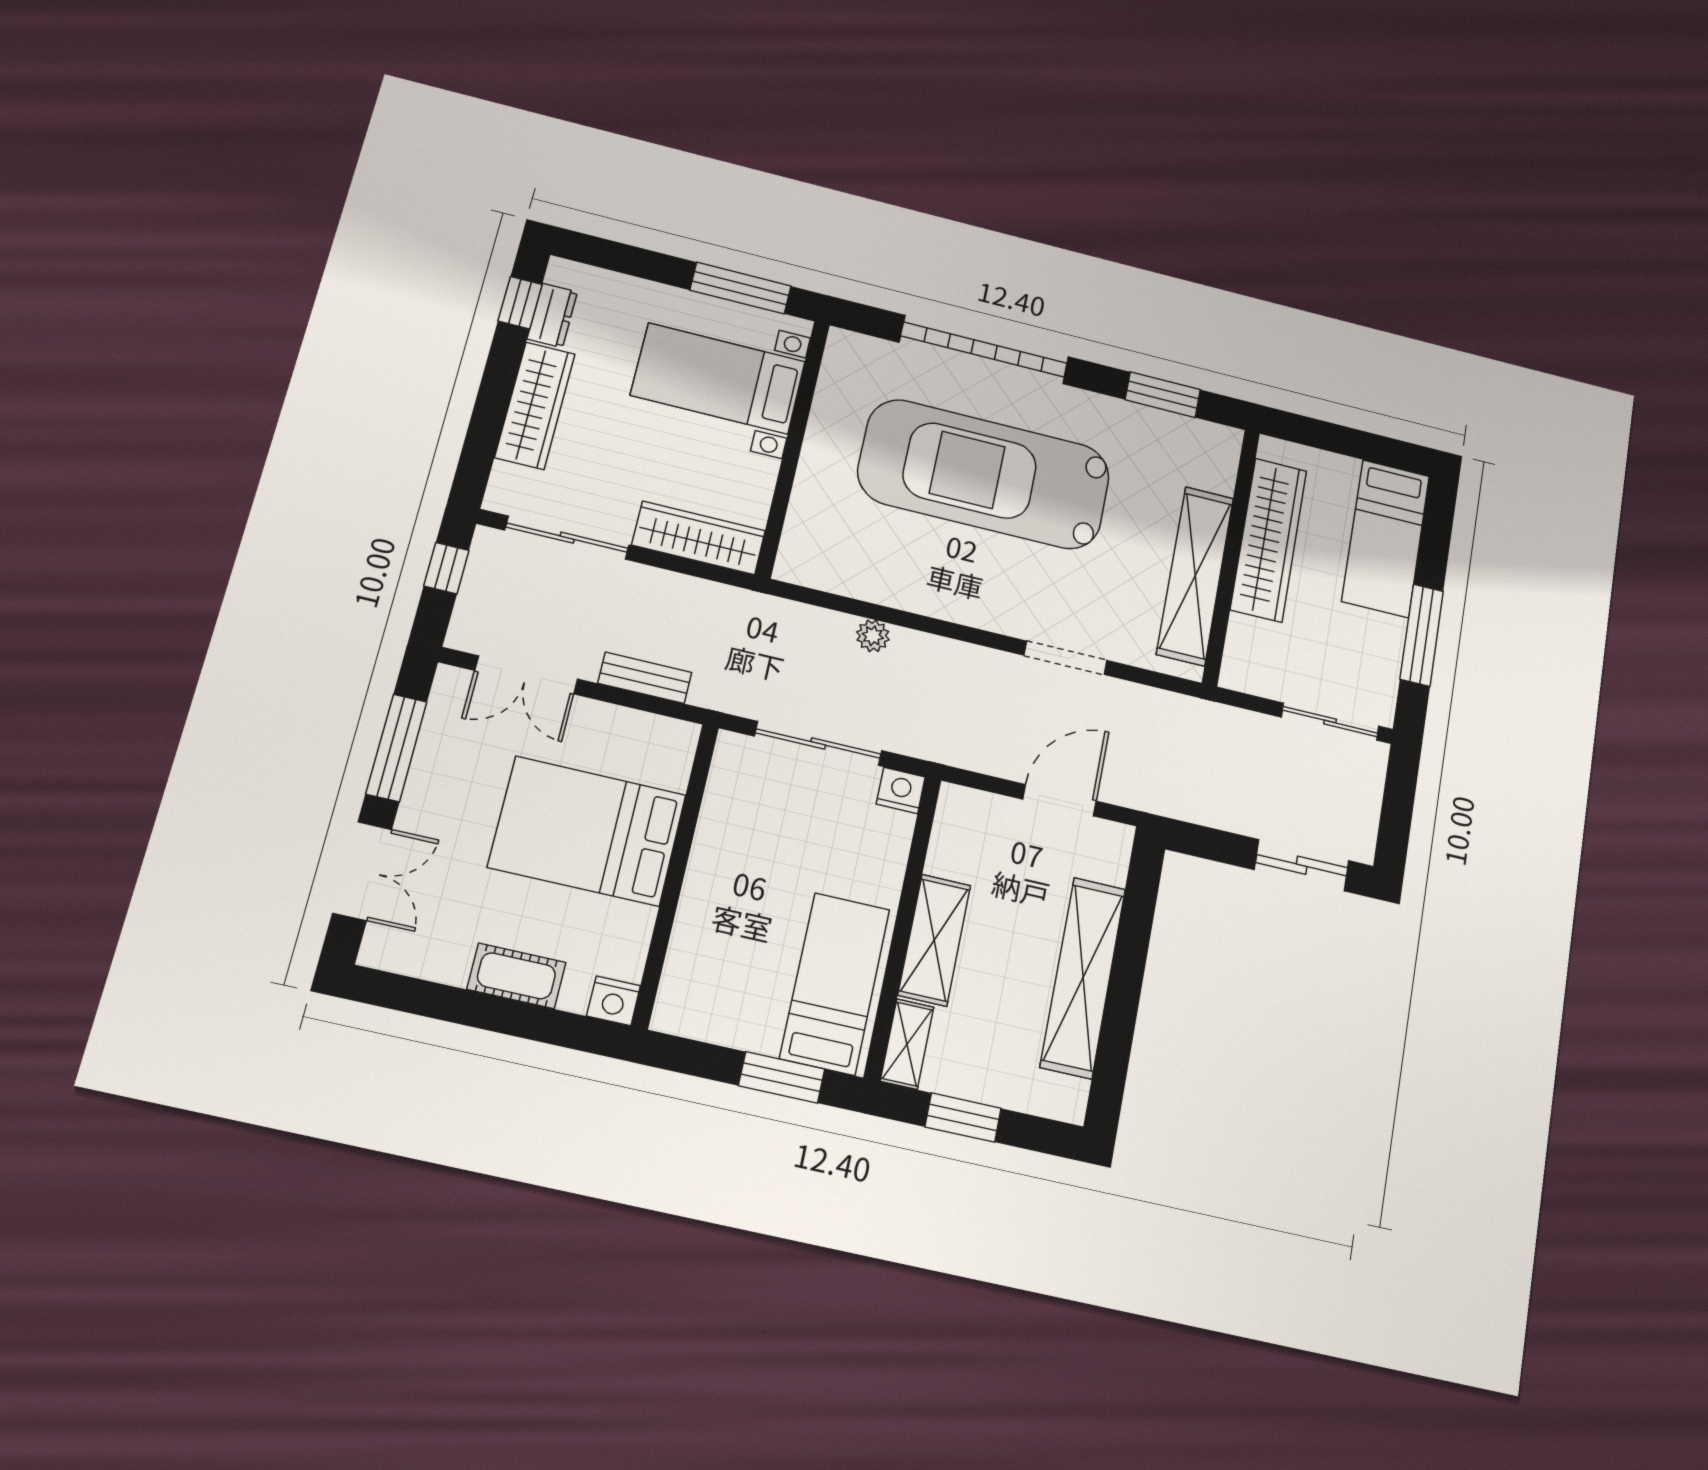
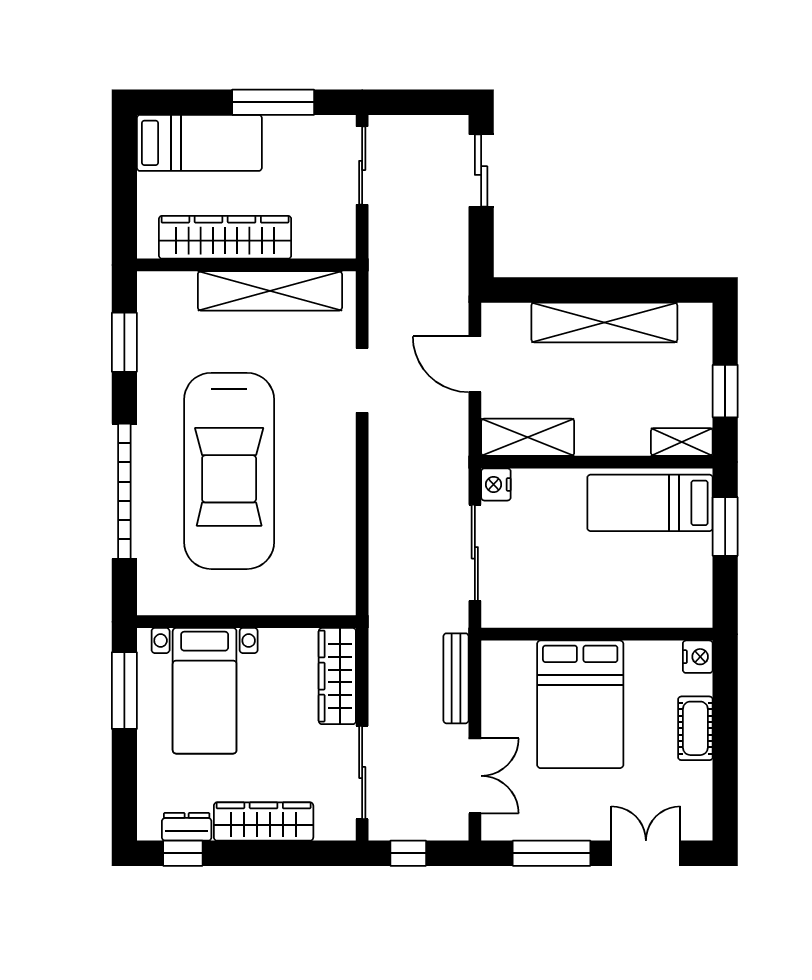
plant: (873, 636) -> (381, 530), removed
bench: (645, 678) -> (456, 678), width x1.36
shelving: (934, 940) -> (528, 437), moved

